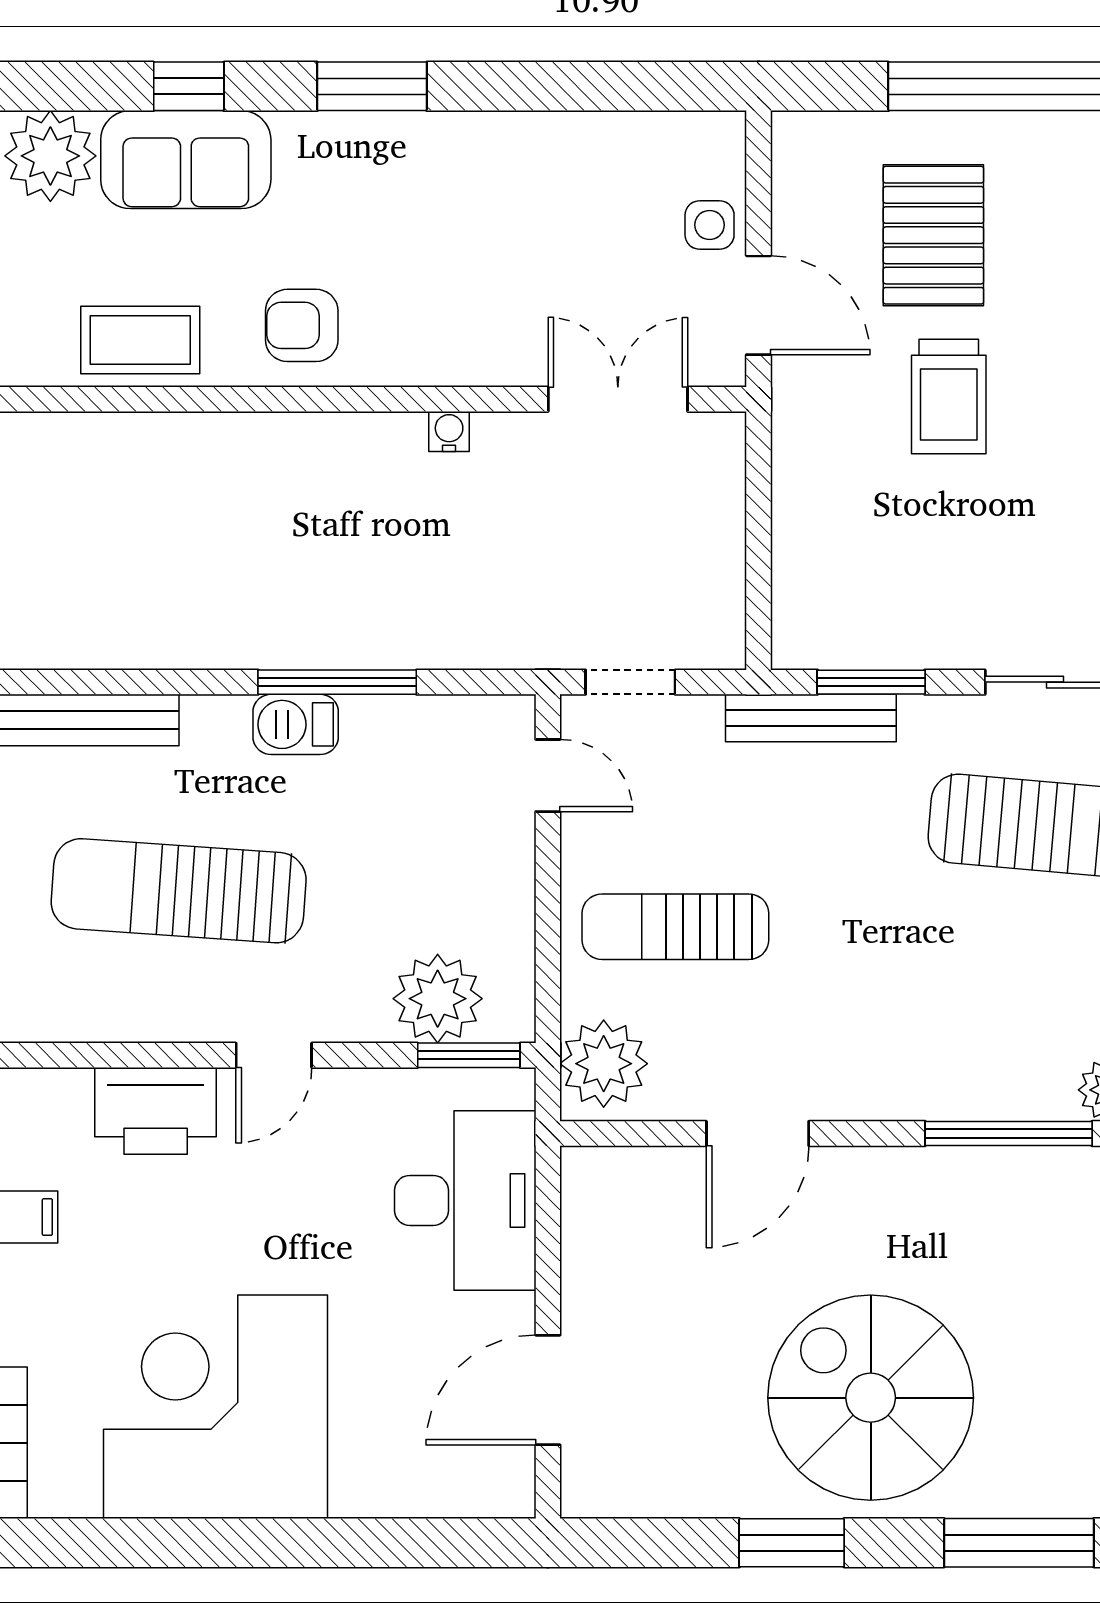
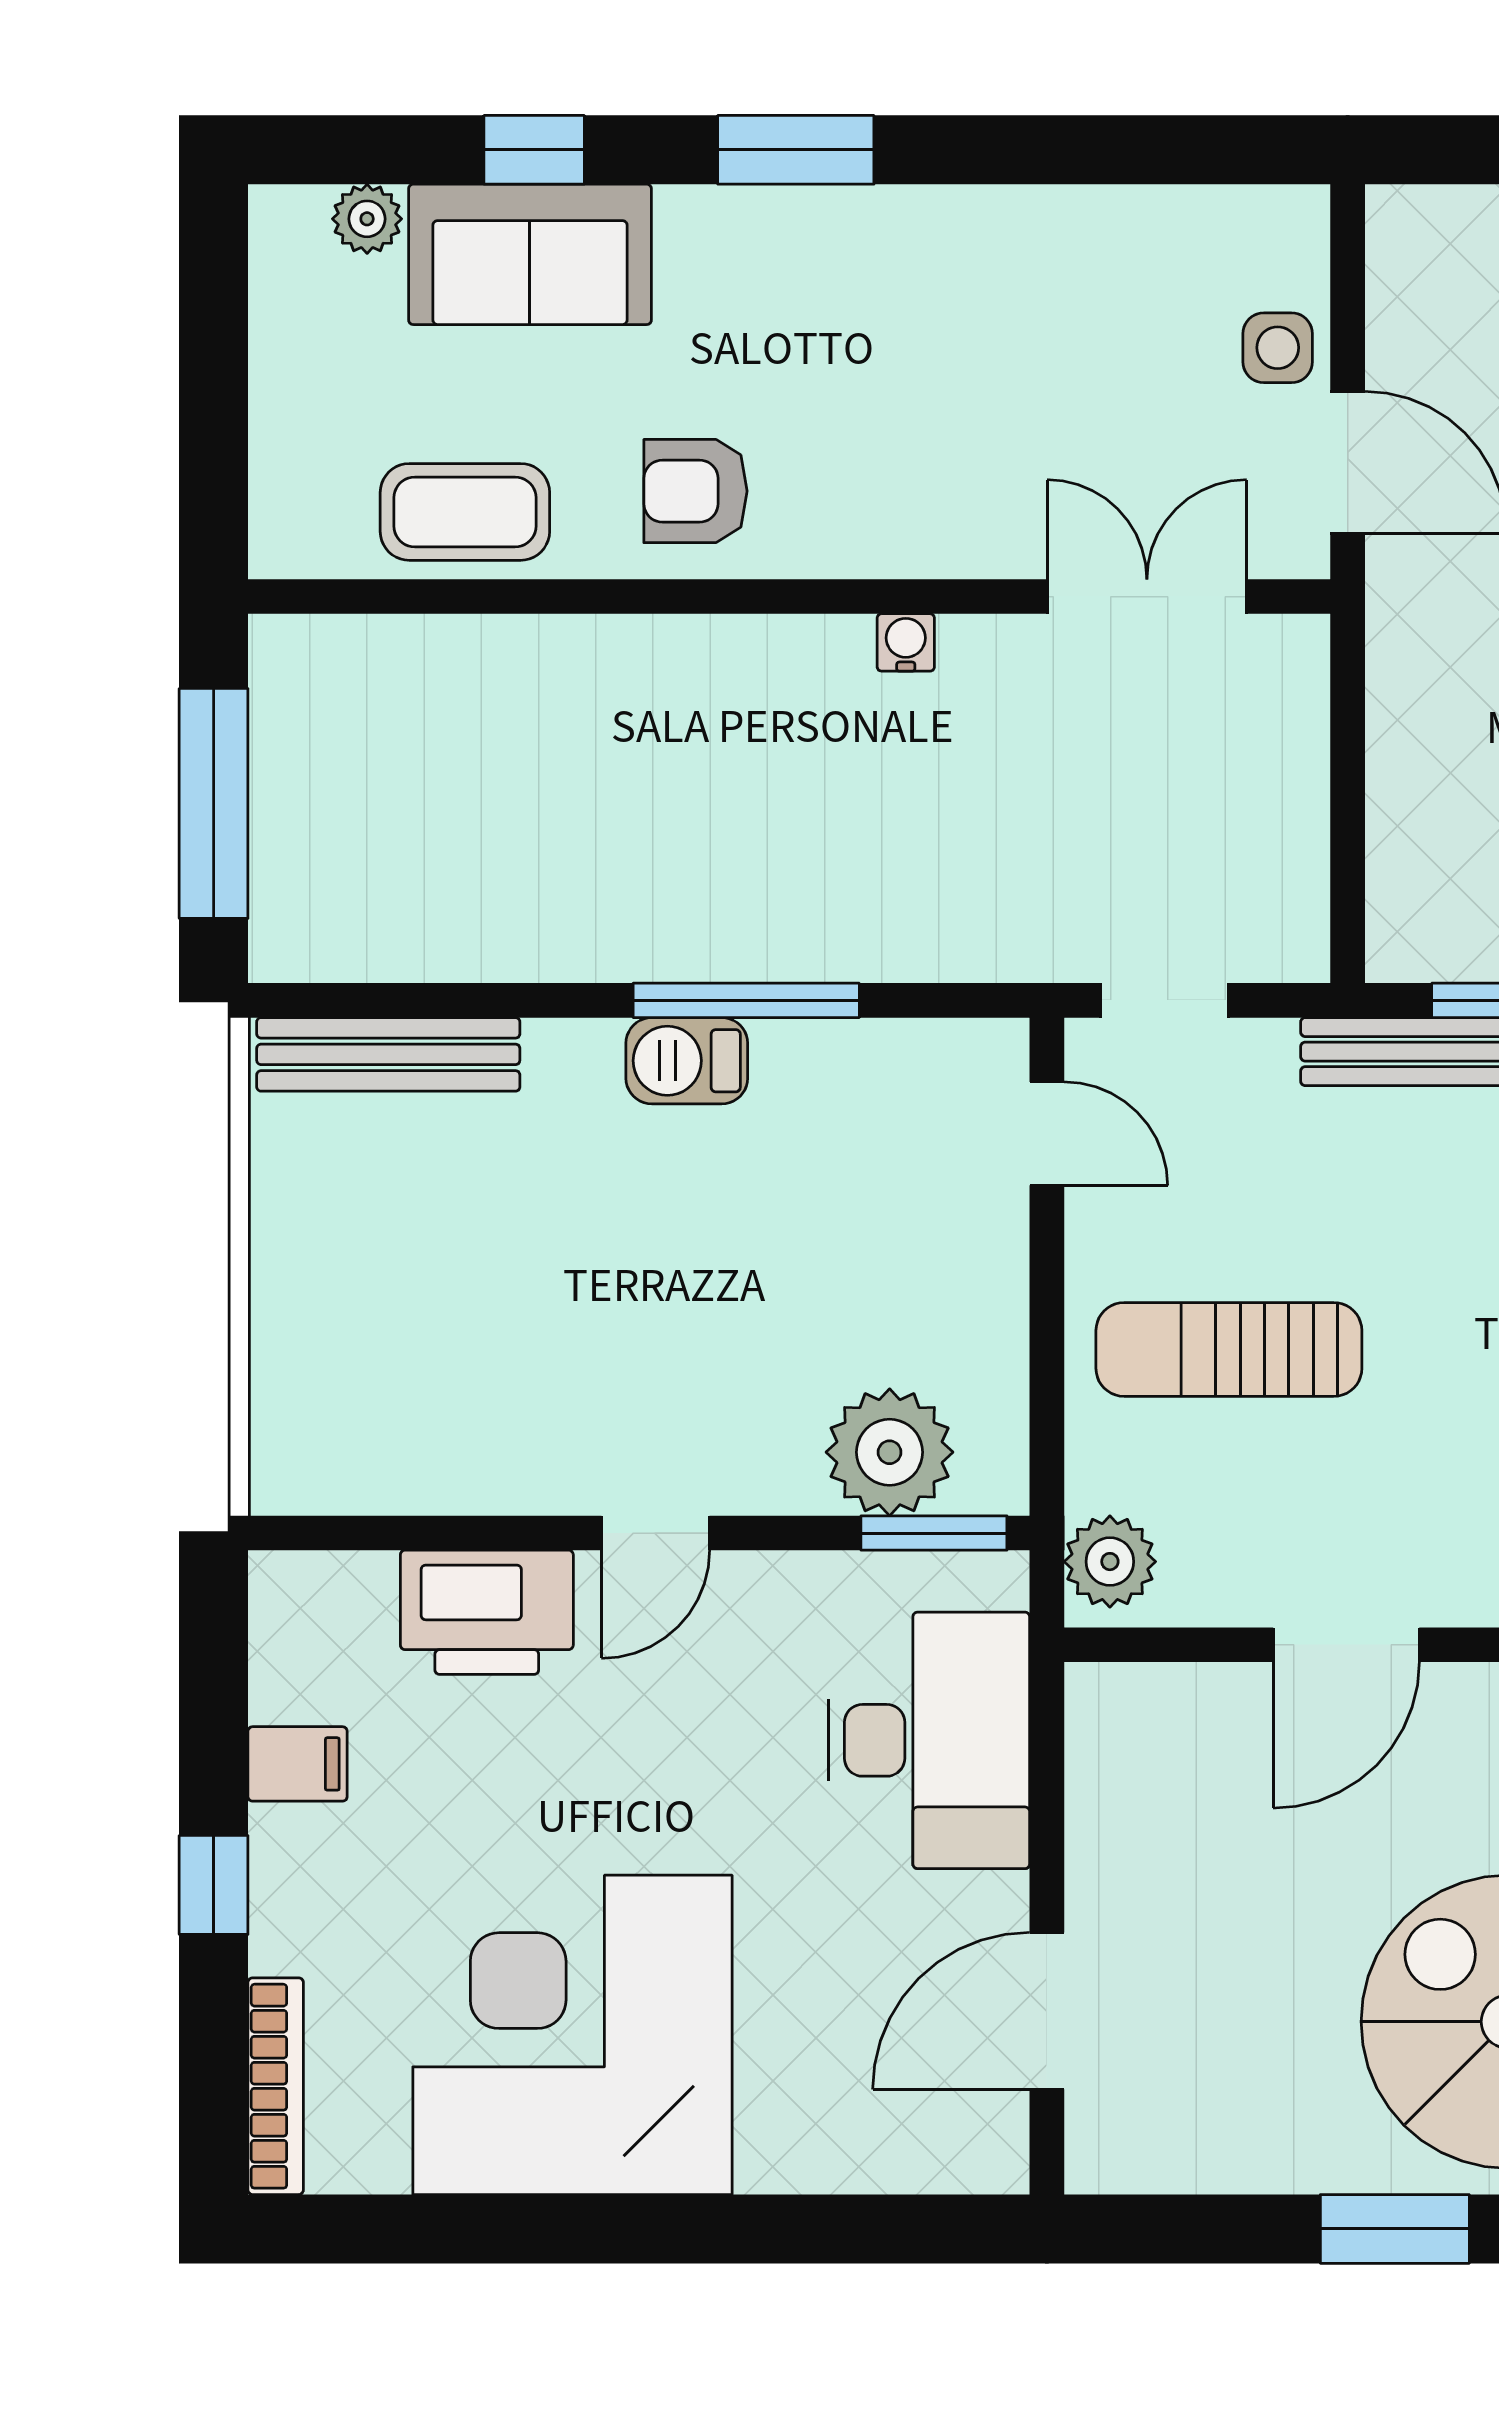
plant: (50, 156) -> (367, 219), width x0.53, depth x0.53
sun lounger: (179, 891) -> (520, 1298), removed
plant: (604, 1064) -> (1110, 1562), width x0.73, depth x0.73

